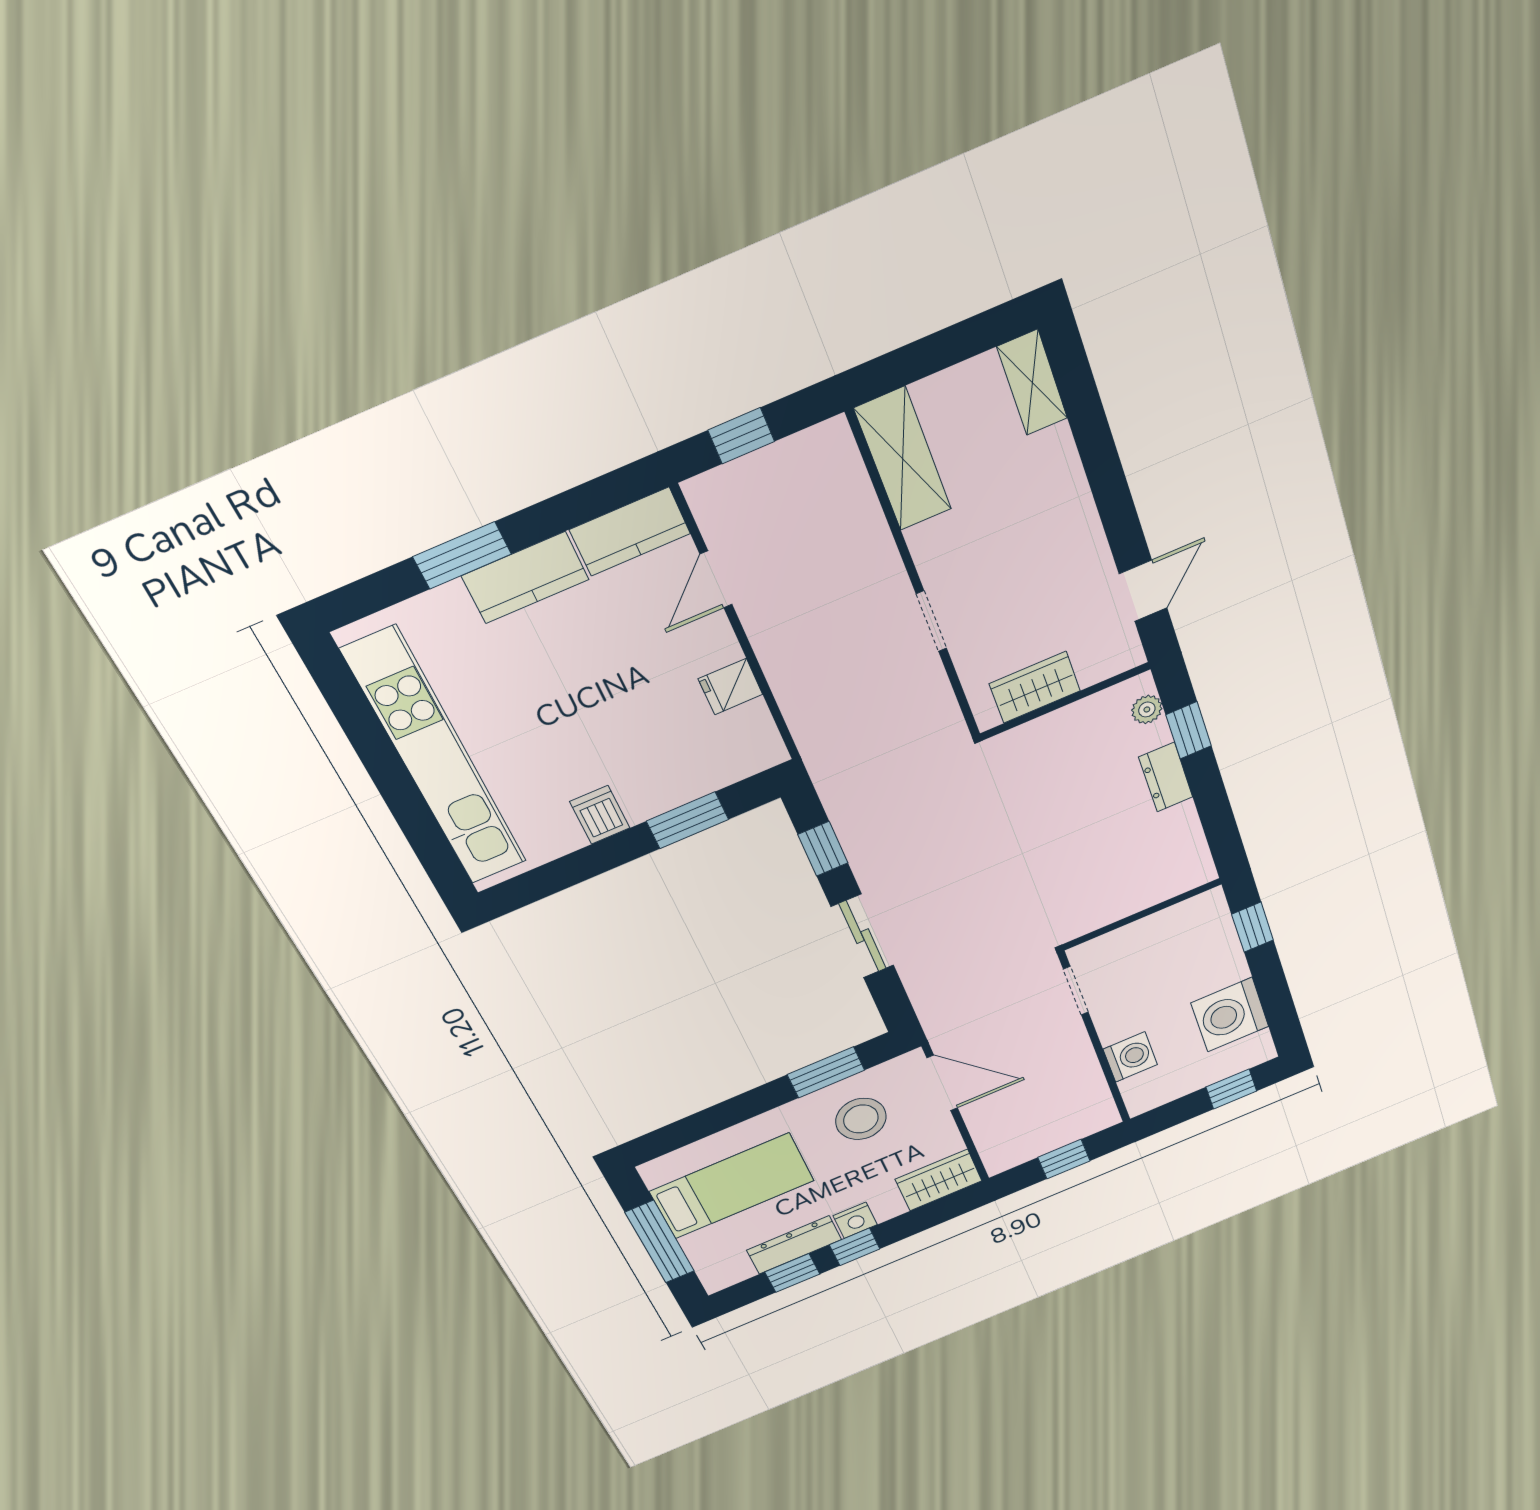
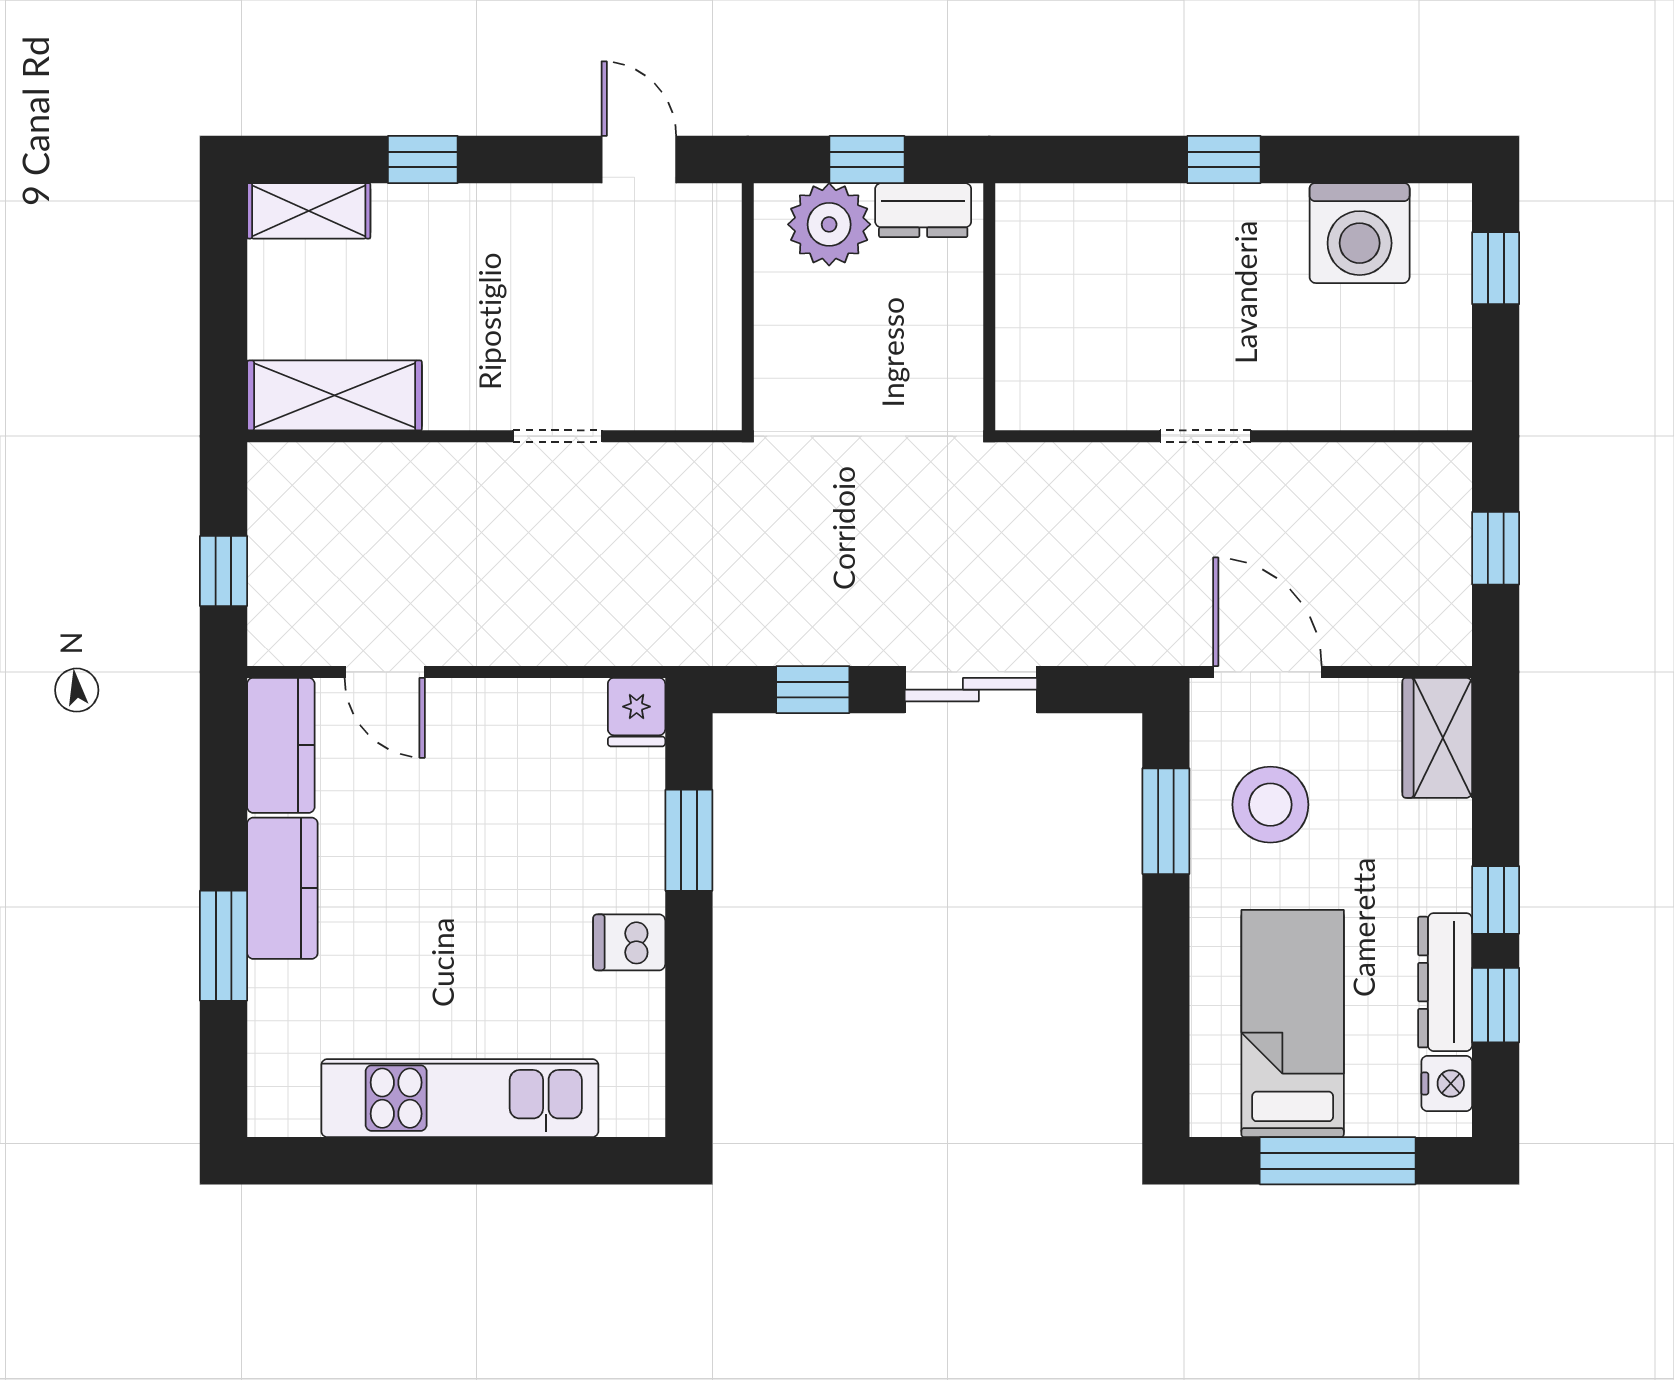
window: (1096, 447) -> (423, 160), added
fridge: (730, 687) -> (637, 712), moved
wardrobe: (1035, 687) -> (709, 339), removed
plant: (1147, 709) -> (829, 224), width x1.87, depth x1.87
kitchen unit: (436, 758) -> (460, 1098), width x0.73
wall: (1142, 914) -> (989, 307), moved
washing machine: (1130, 1057) -> (1360, 396), removed
door: (942, 1083) -> (1267, 672), hinge flipped
nightstand: (855, 1220) -> (1447, 1084), moved

